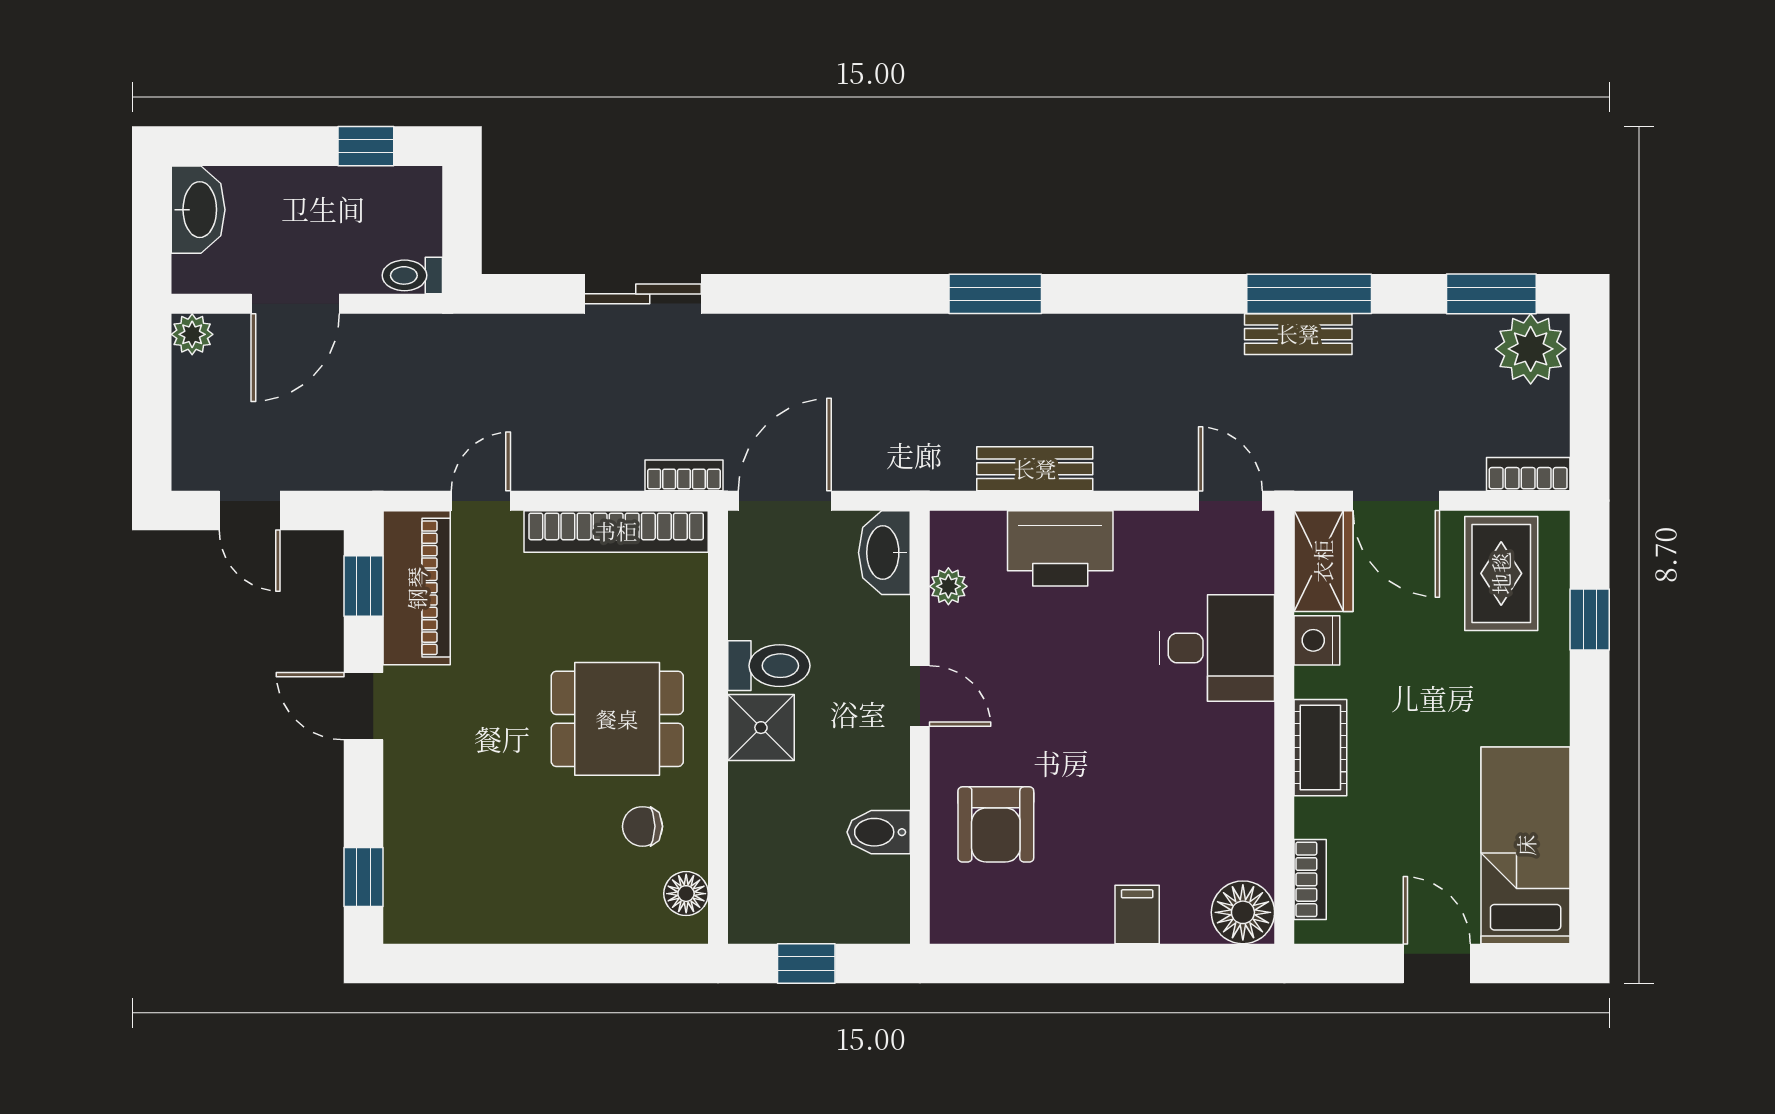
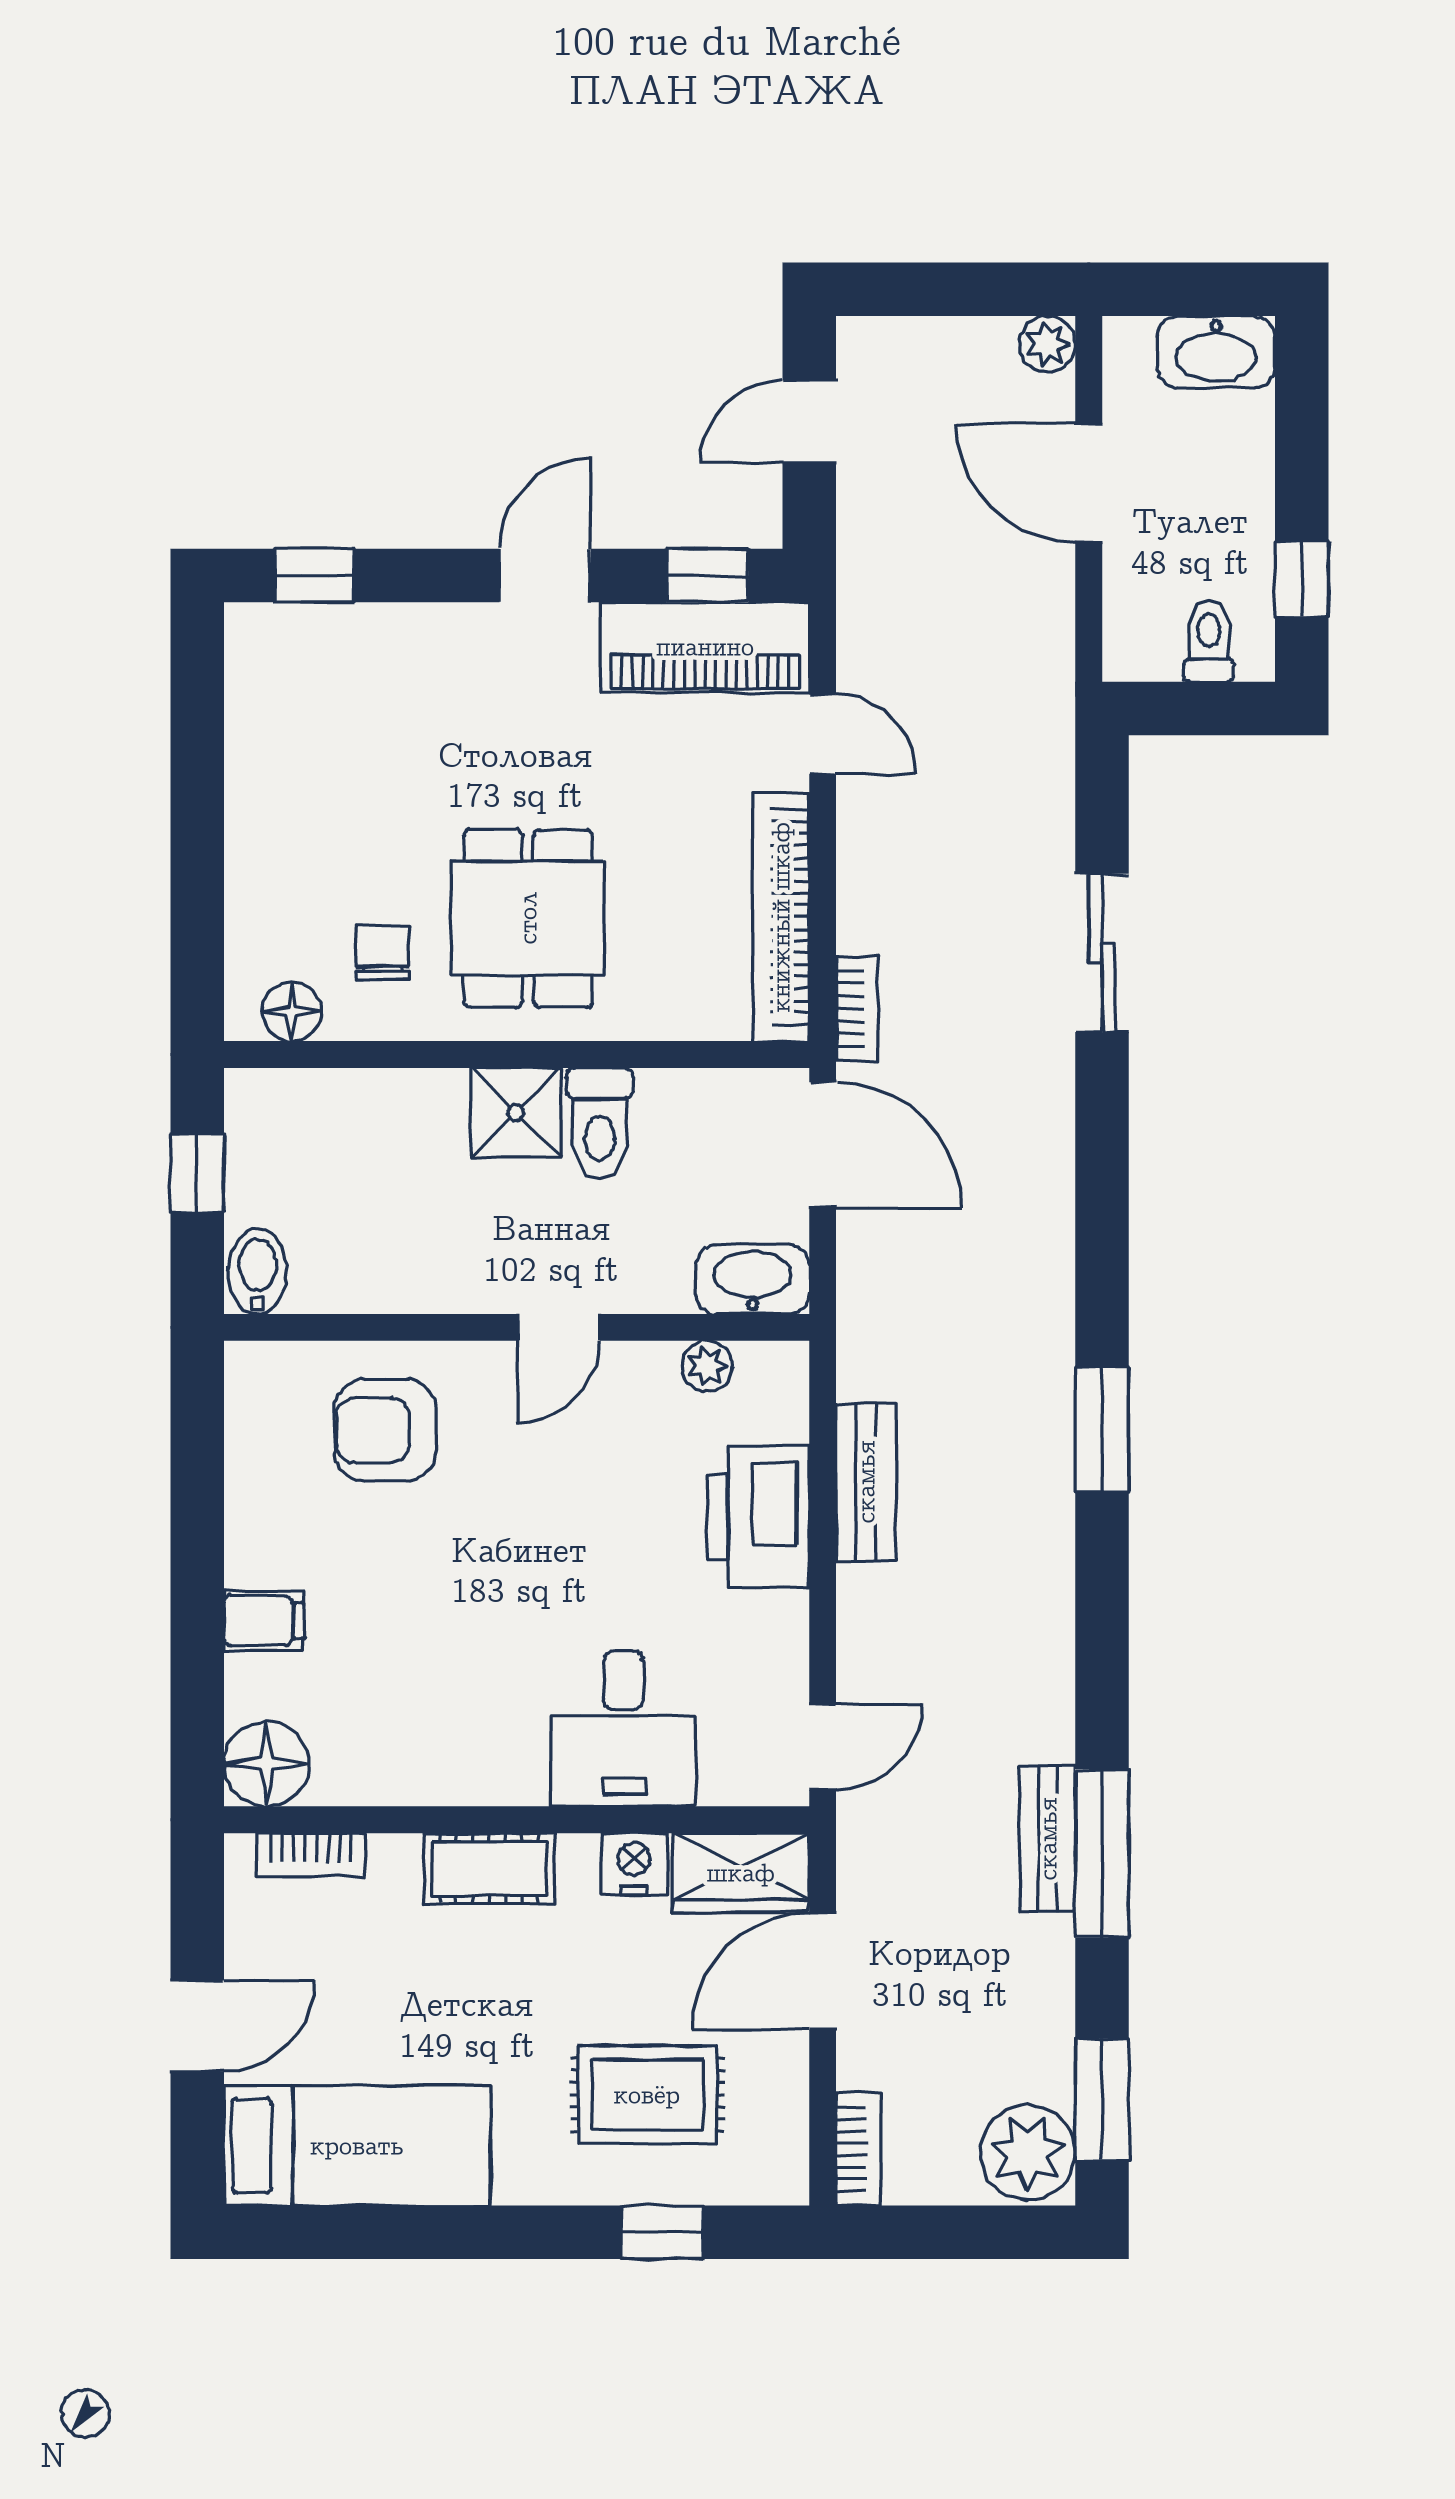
toilet: (412, 275) -> (1209, 641), moved
rug: (1501, 573) -> (647, 2095), moved
bidet: (879, 832) -> (258, 1272), moved

